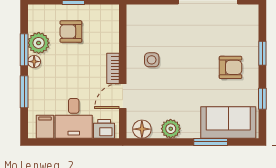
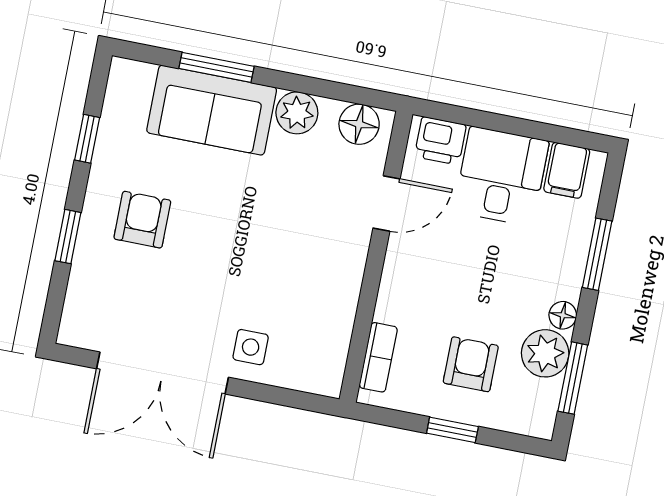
armchair: (71, 32) -> (471, 364), turned -90
window: (24, 50) -> (573, 378), moved
side table: (152, 60) -> (251, 347), moved
armchair: (231, 67) -> (142, 220), turned 90
bookcase: (113, 68) -> (378, 357), moved
sofa: (228, 122) -> (212, 110), moved

